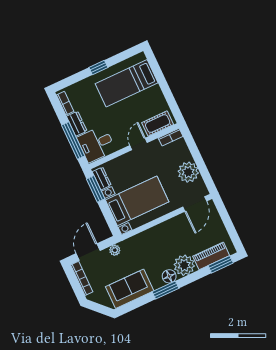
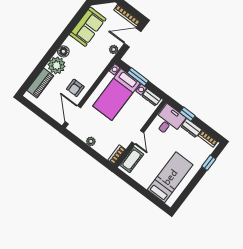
window: (98, 67) -> (209, 163), moved
window: (73, 140) -> (187, 114), width x0.46
plant: (188, 172) -> (91, 141), width x0.53, depth x0.53
window: (96, 189) -> (138, 77), moved
armchair: (177, 231) -> (75, 88), added
door: (88, 252) -> (133, 38), swing flipped
window: (221, 264) -> (30, 80), removed
window: (165, 290) -> (61, 40), removed

